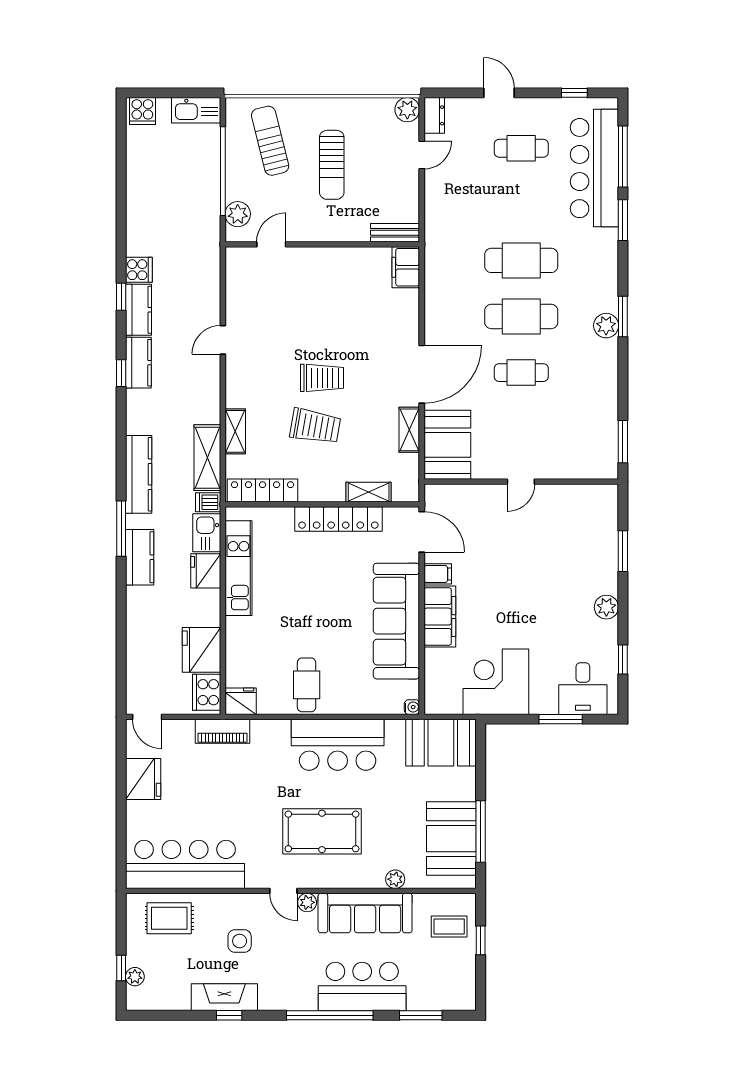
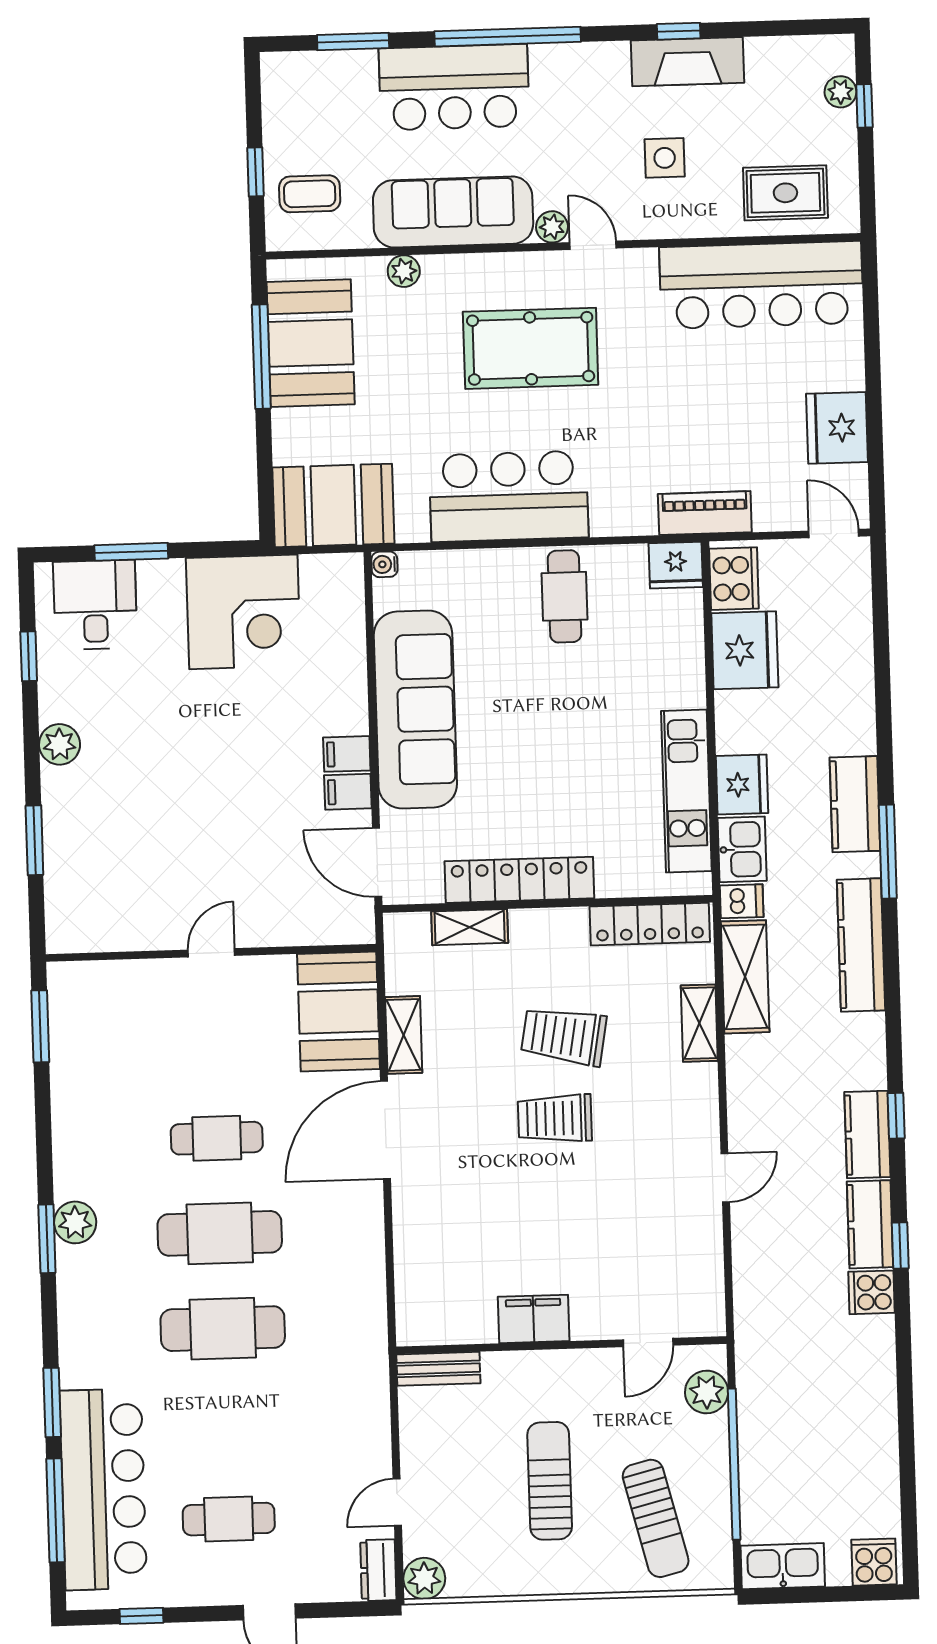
filing cabinet: (406, 267) -> (534, 1319), moved, turned -90
filing cabinet: (440, 617) -> (347, 754), width x0.33, depth x0.86

